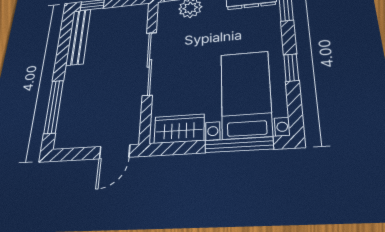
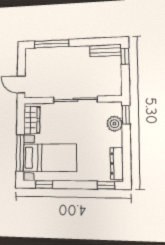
bench: (78, 37) -> (106, 50), width x0.73
window: (291, 68) -> (44, 184), moved

